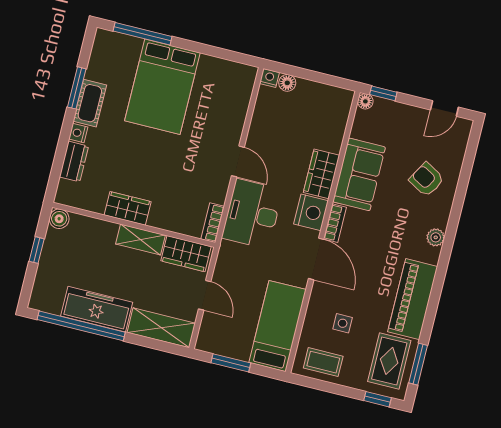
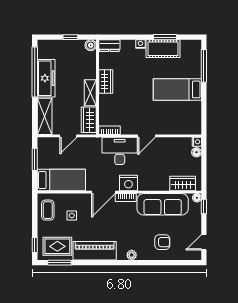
bed: (162, 87) -> (177, 89), width x0.67
cot: (90, 103) -> (163, 49), width x1.37, depth x1.34
door: (444, 108) -> (204, 242), hinge flipped
dresser: (74, 162) -> (109, 46), moved
wardrobe: (321, 174) -> (183, 183), moved
sofa: (359, 174) -> (163, 204), width x1.36
armchair: (427, 180) -> (162, 242), turned 60

